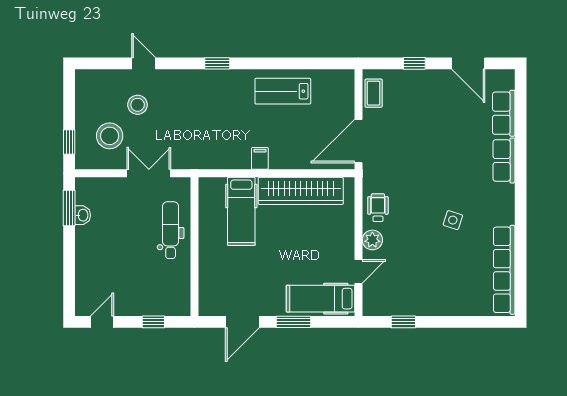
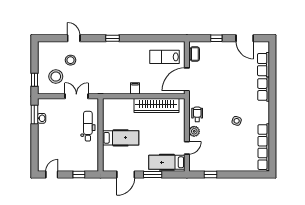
lab bench: (283, 91) -> (165, 57), moved
hospital bed: (241, 211) -> (121, 138), moved, turned -90

